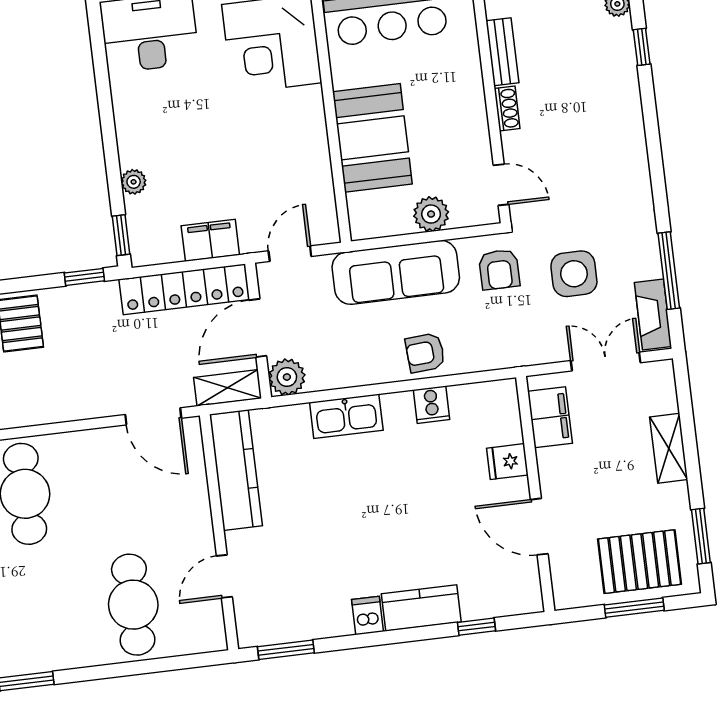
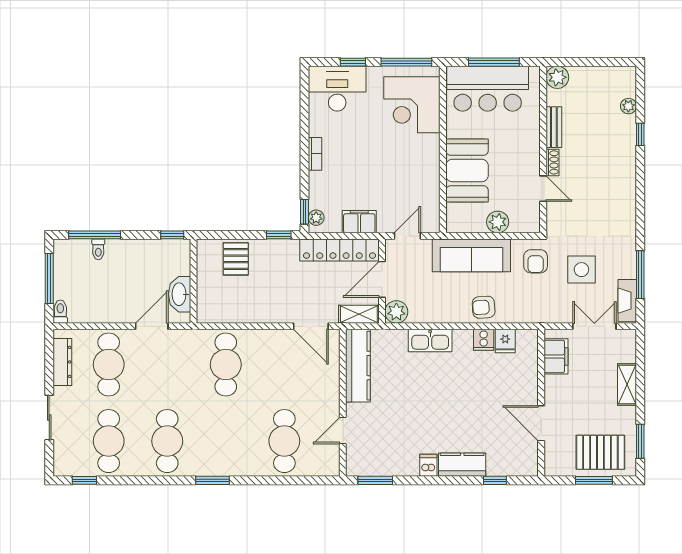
bookcase: (127, 141) -> (315, 154), added
plant: (134, 182) -> (316, 218), moved
door: (501, 185) -> (543, 189), moved
fridge: (507, 462) -> (505, 341), moved, turned -90

